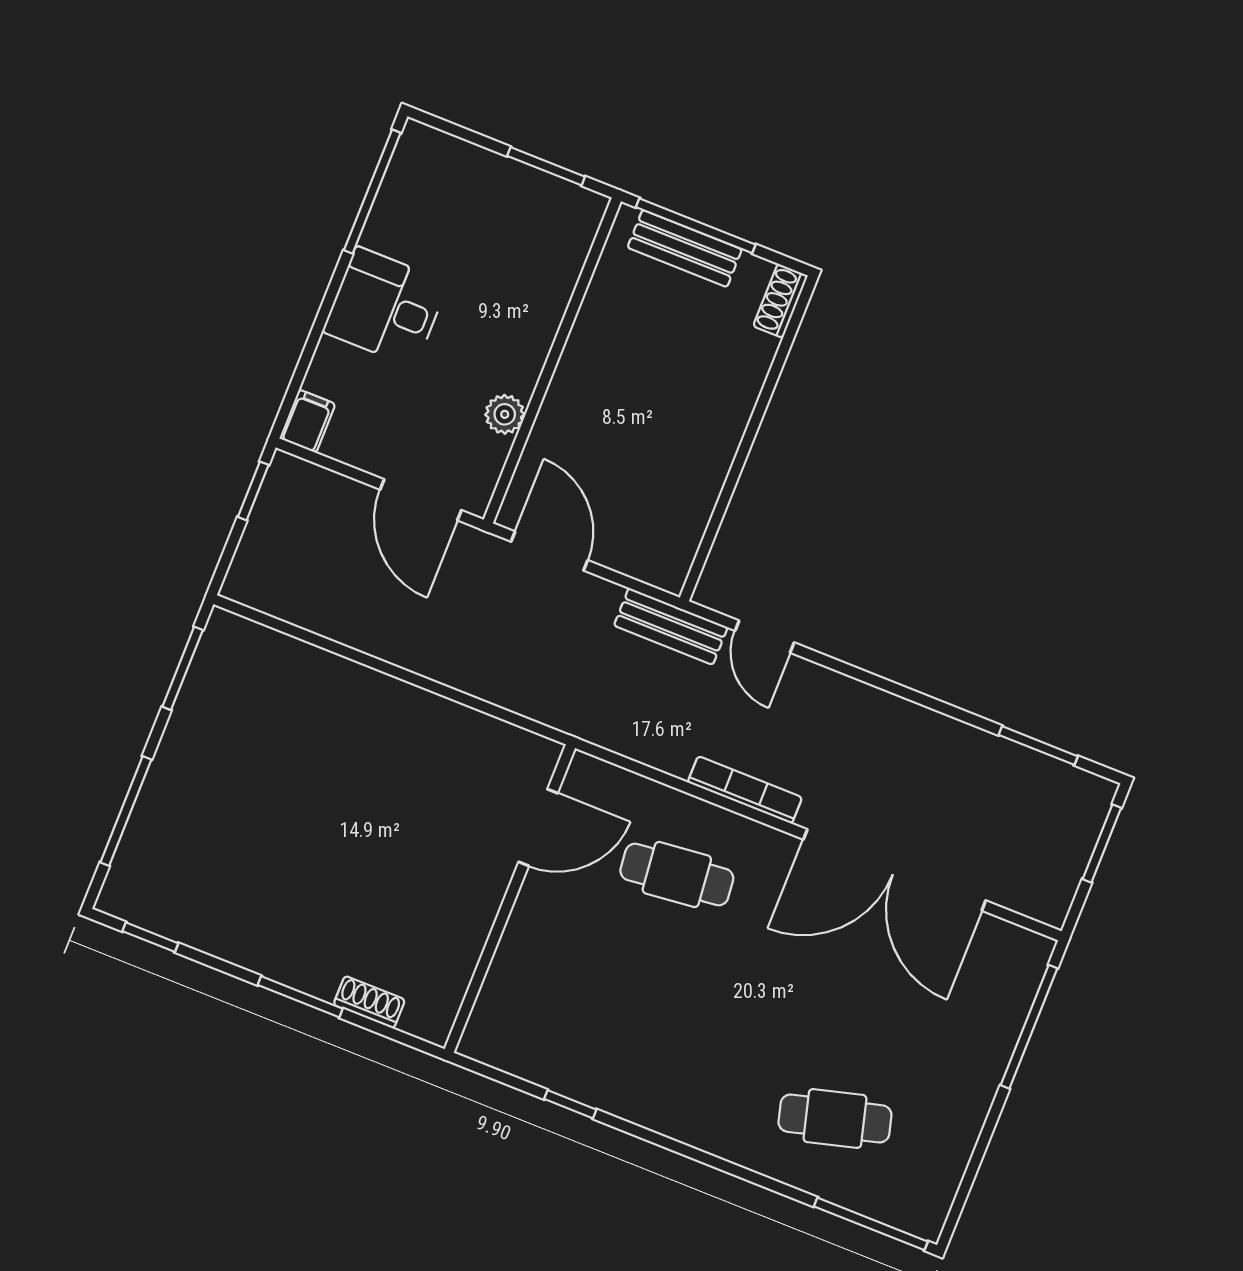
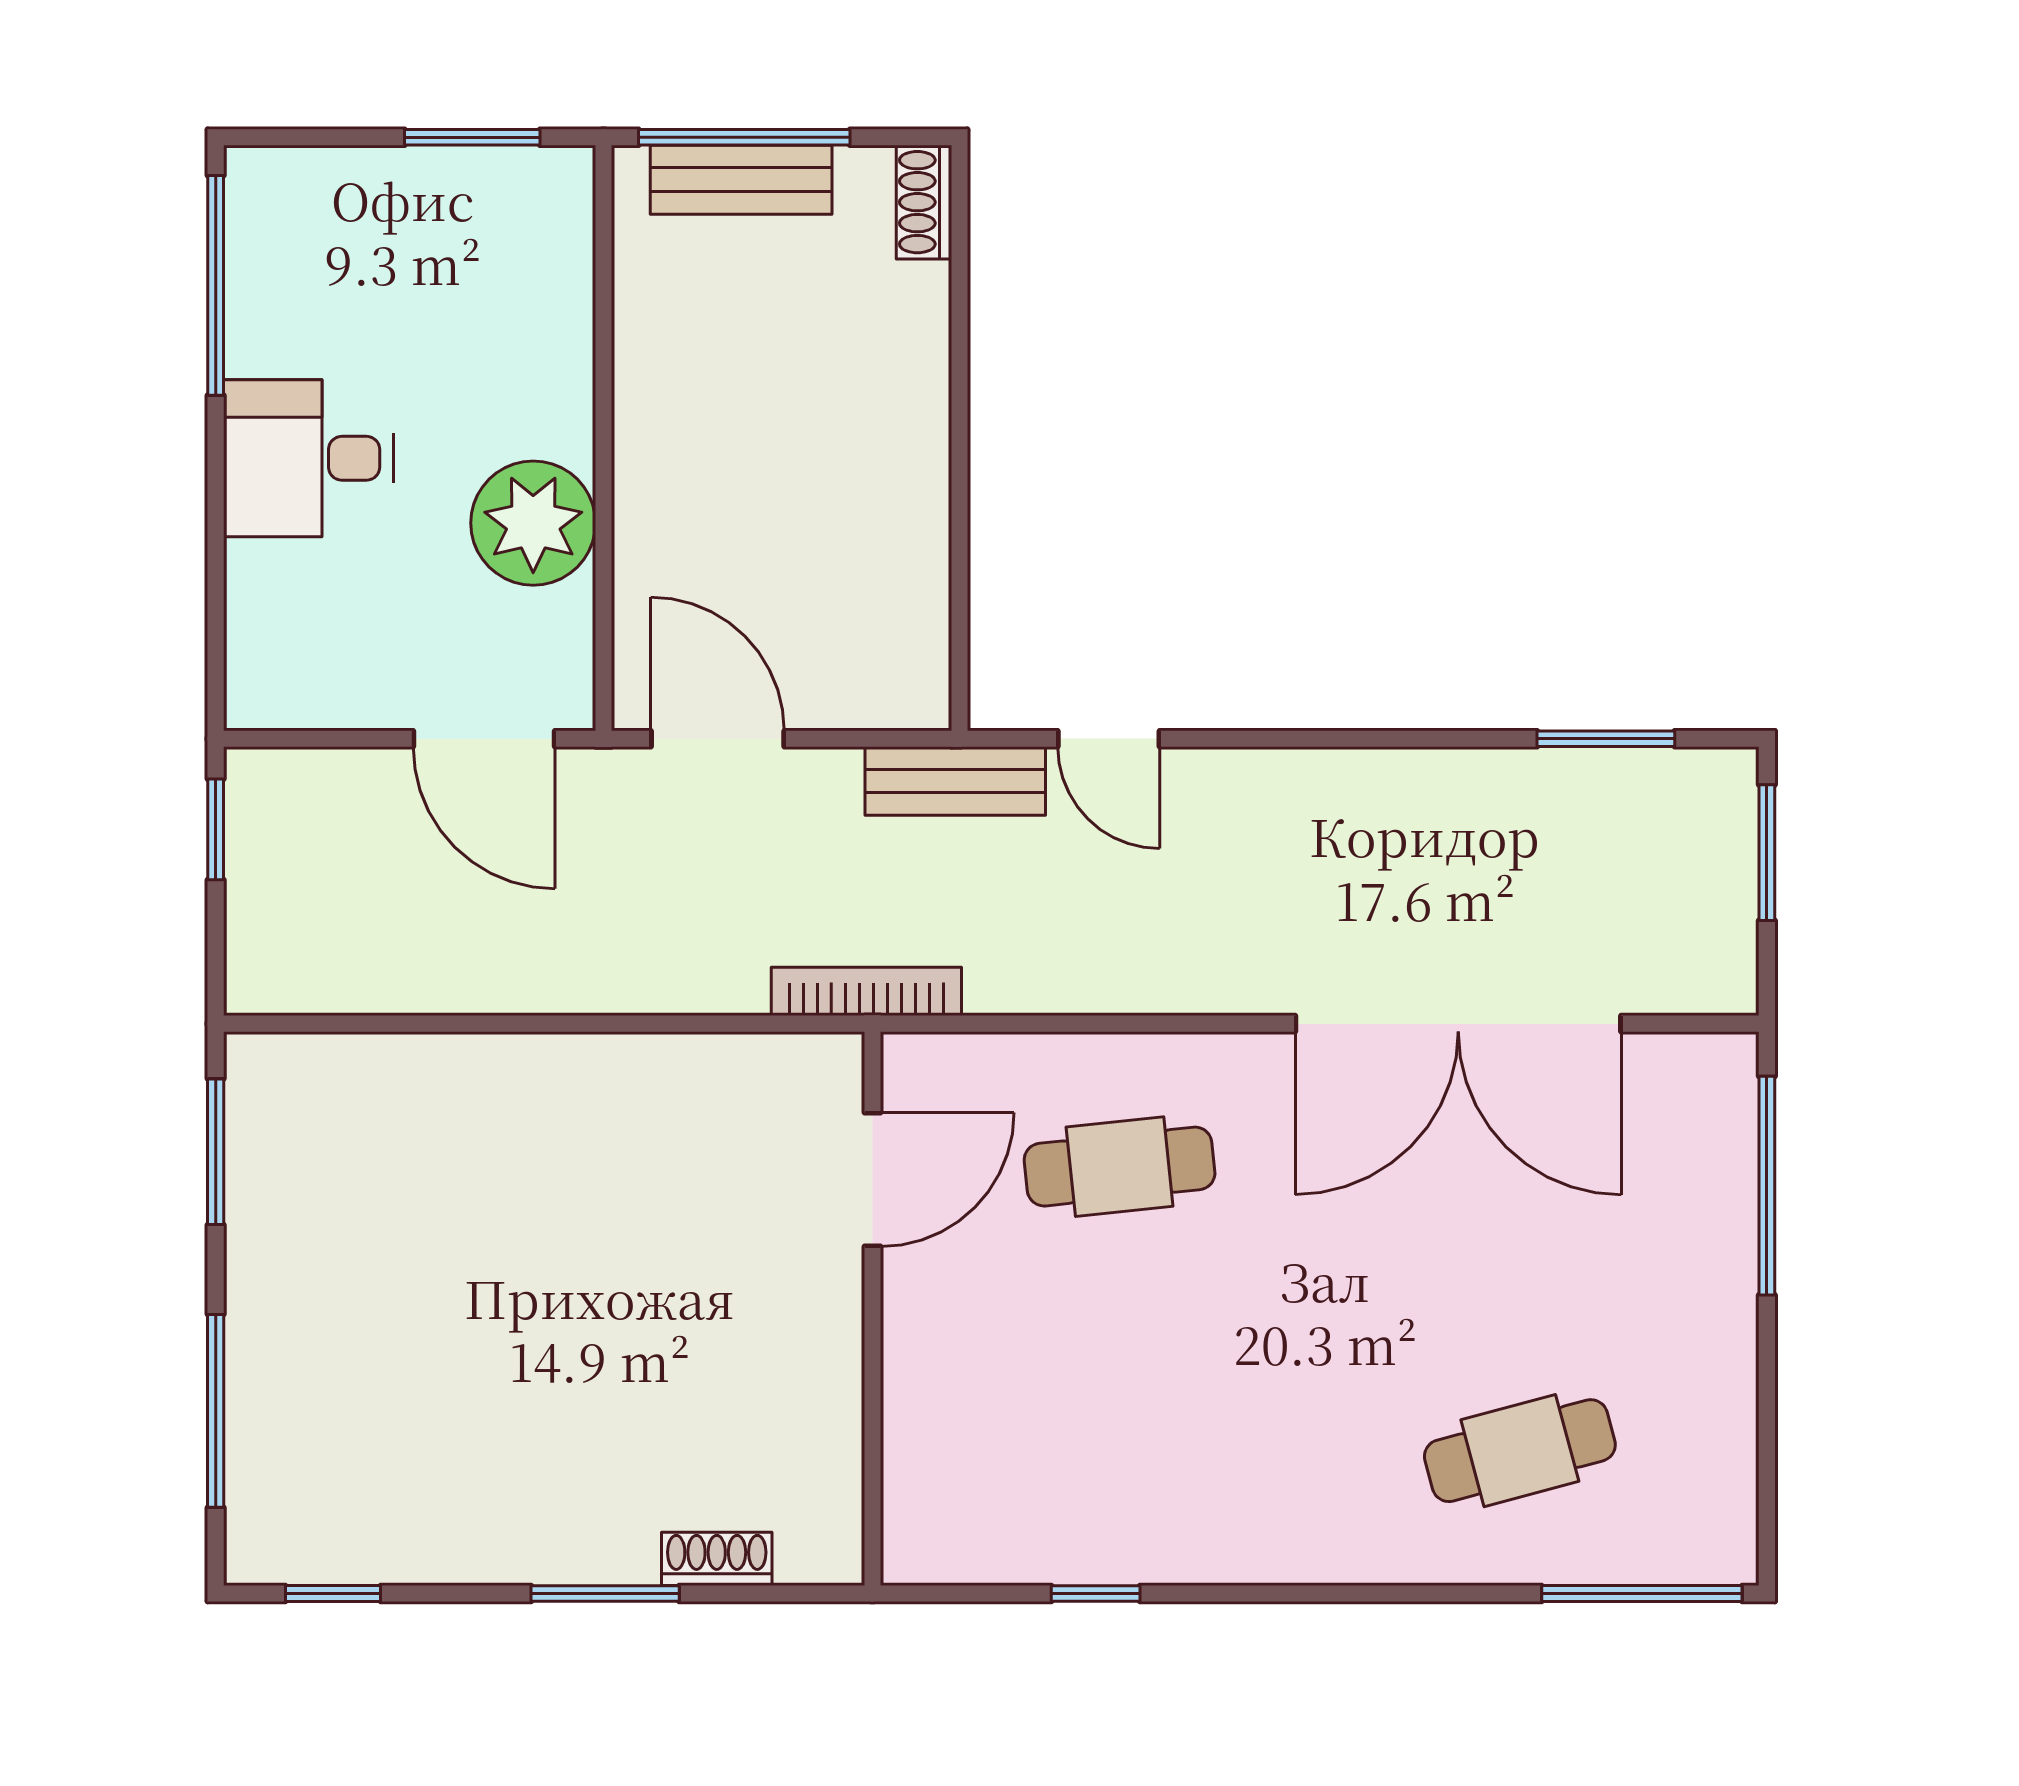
plant: (505, 414) -> (533, 523), width x1.88, depth x1.88
filing cabinet: (307, 421) -> (257, 686), removed
bookcase: (745, 790) -> (866, 991), moved

